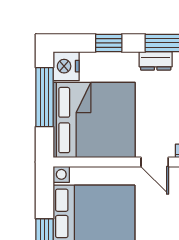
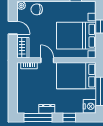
bed: (94, 120) -> (76, 76), width x0.73

